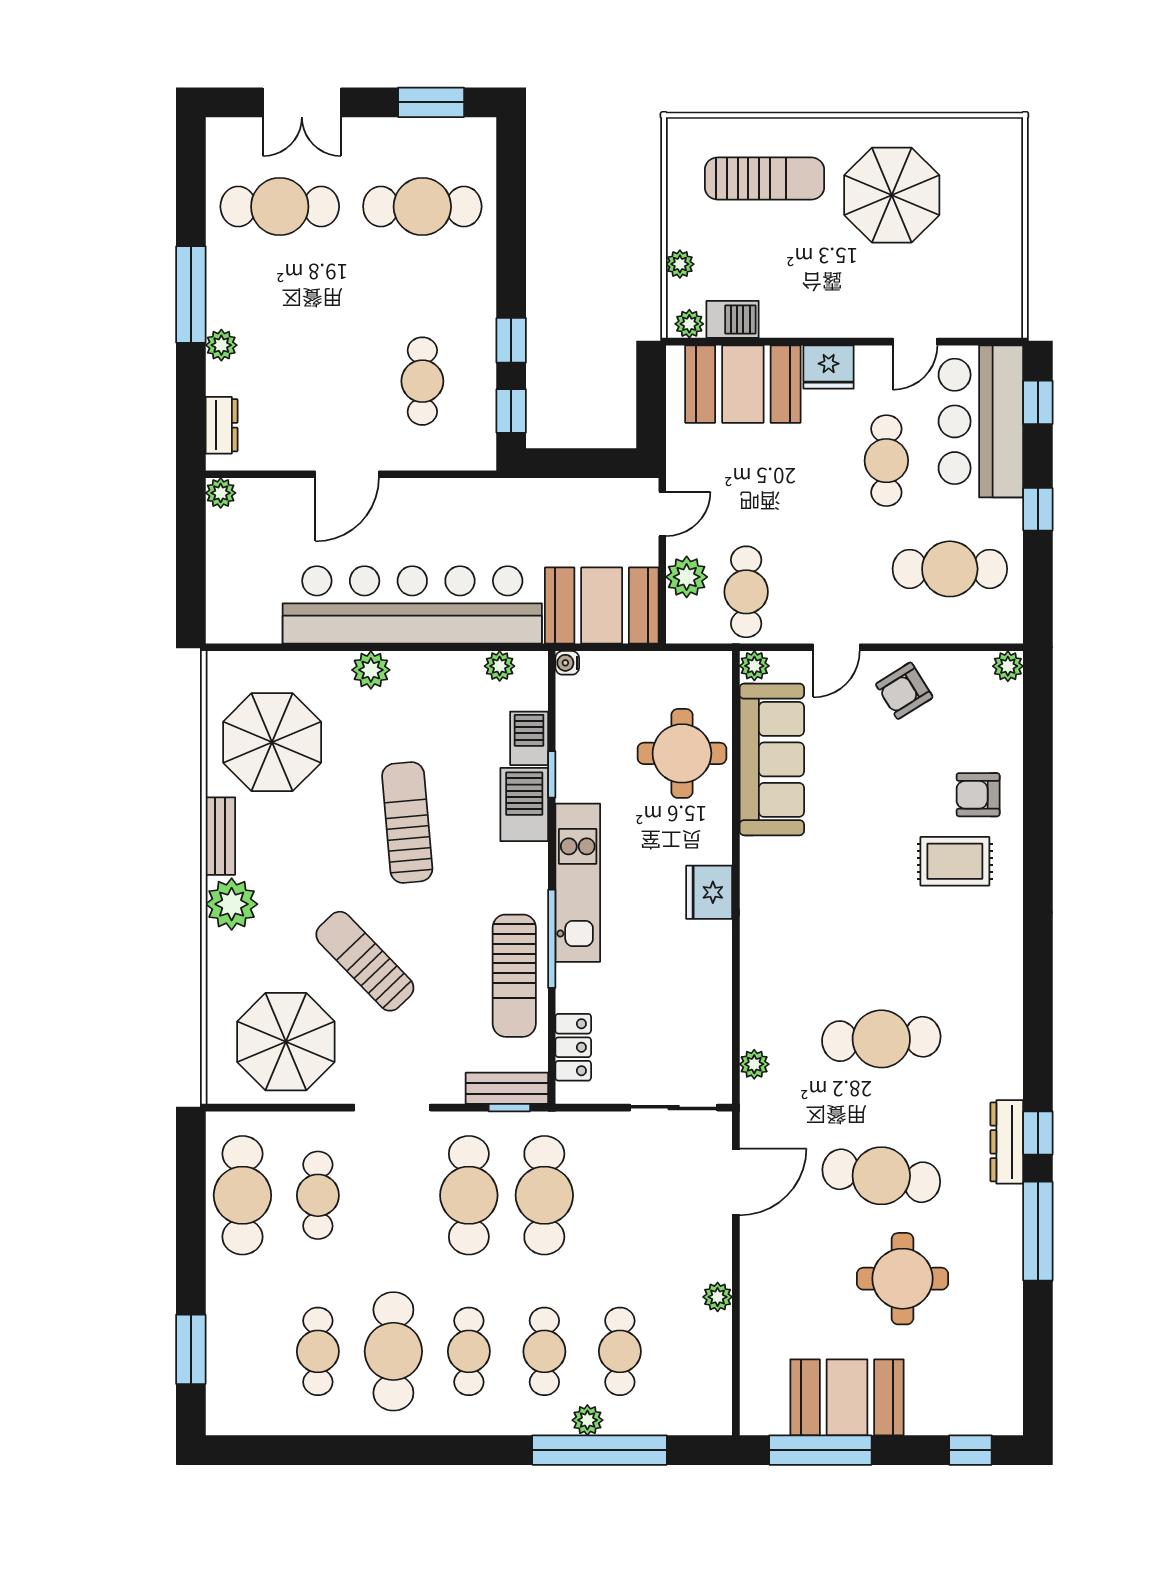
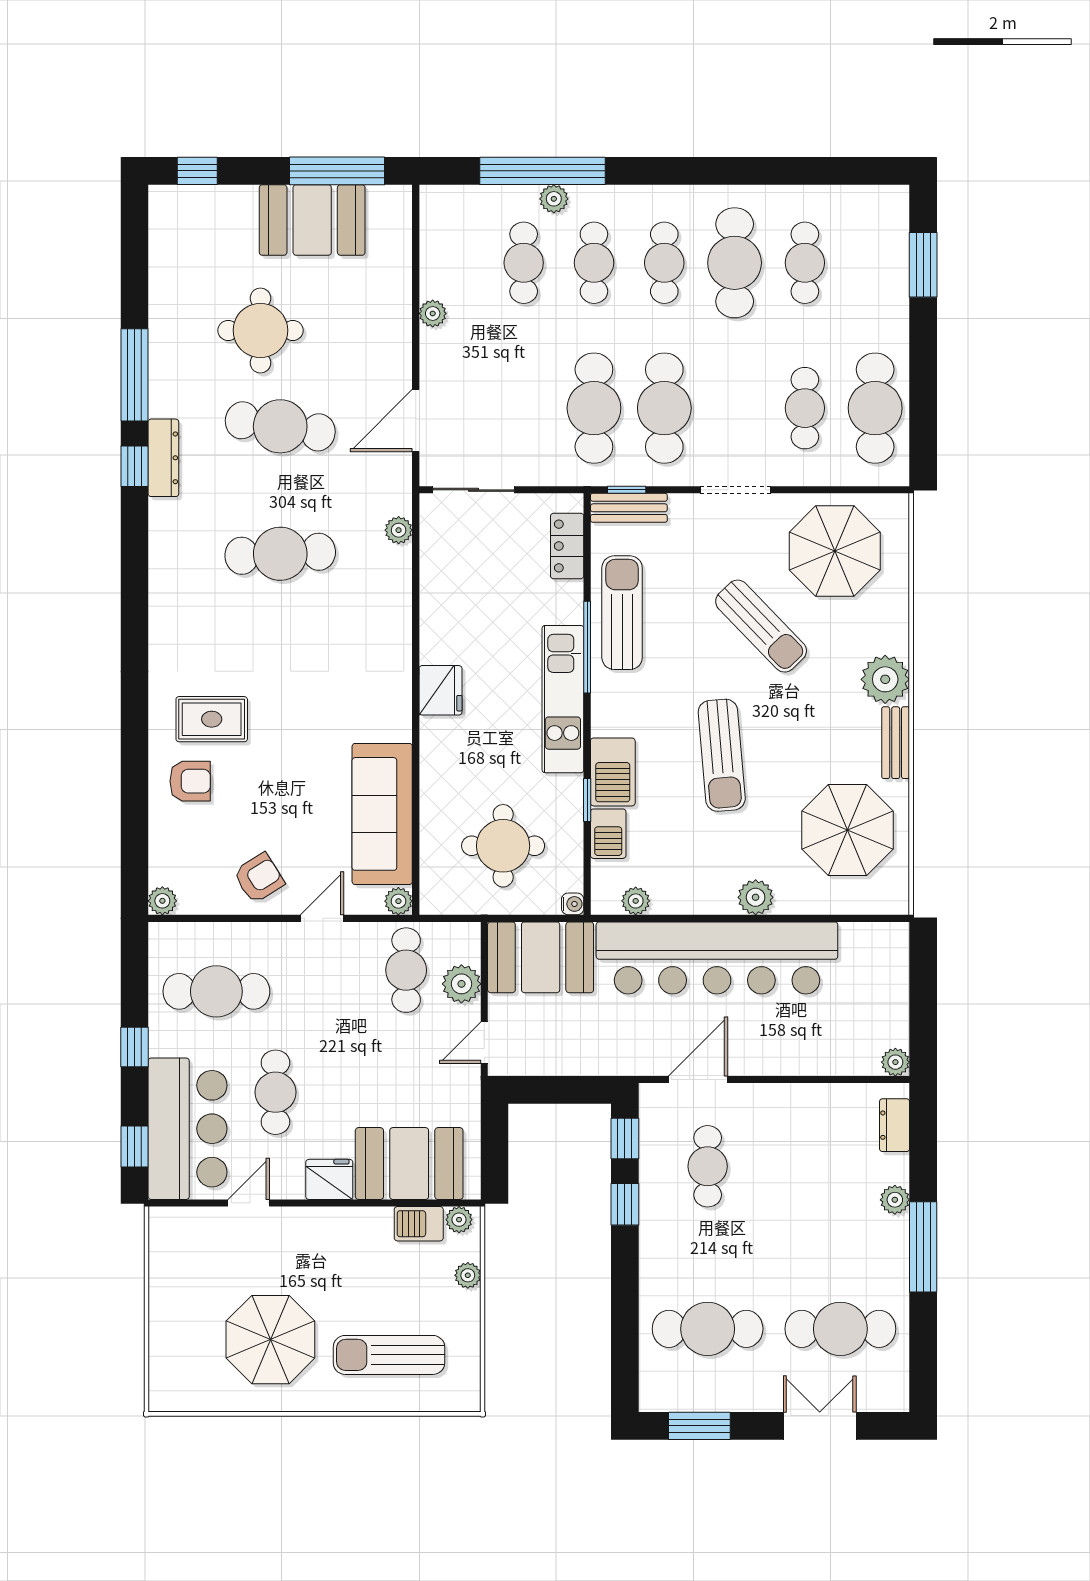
door: (347, 474) -> (698, 1080), moved
round table: (682, 753) -> (503, 846), moved

